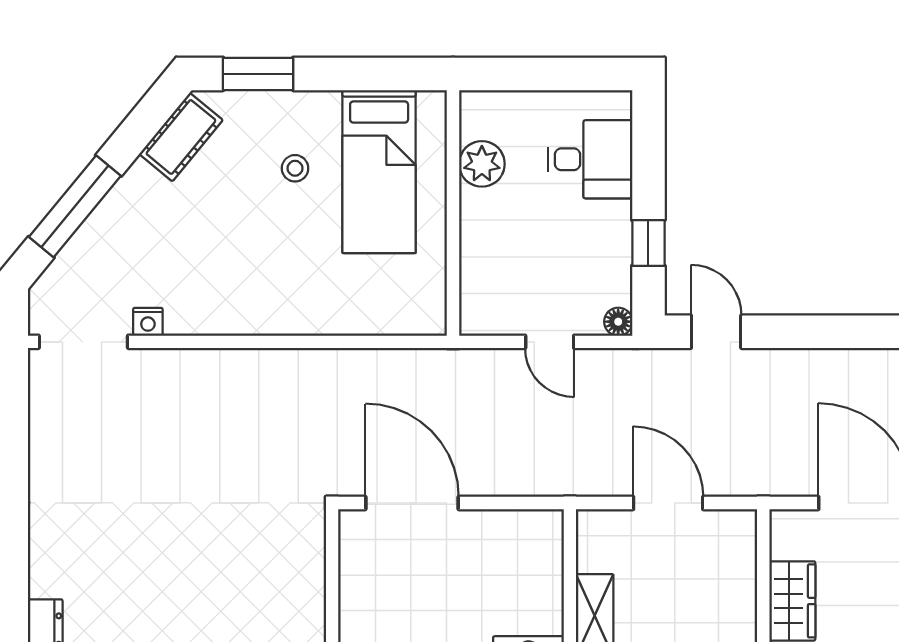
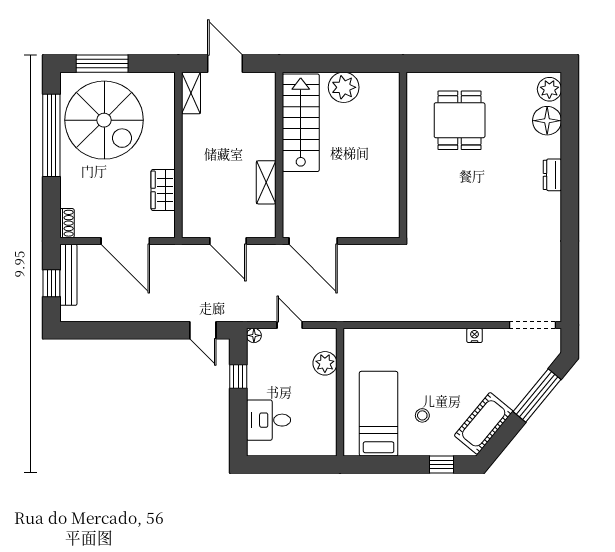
window: (258, 74) -> (442, 465), width x0.67
cot: (181, 137) -> (484, 423), width x1.37, depth x1.34
plant: (482, 164) -> (325, 363), moved
nightstand: (148, 322) -> (475, 335), moved
door: (412, 503) -> (313, 241), moved

